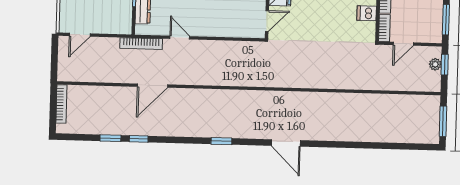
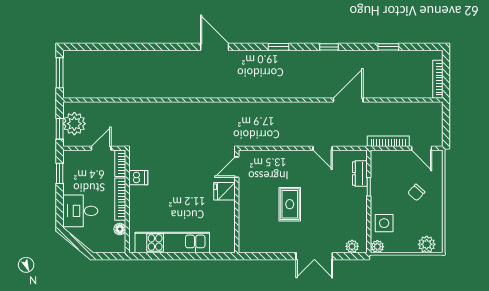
window: (446, 20) -> (60, 173), width x0.67
door: (80, 35) -> (422, 148), swing flipped
bookcase: (141, 44) -> (388, 141), moved
plant: (435, 64) -> (74, 124), width x1.88, depth x1.88
window: (139, 139) -> (329, 47), moved

